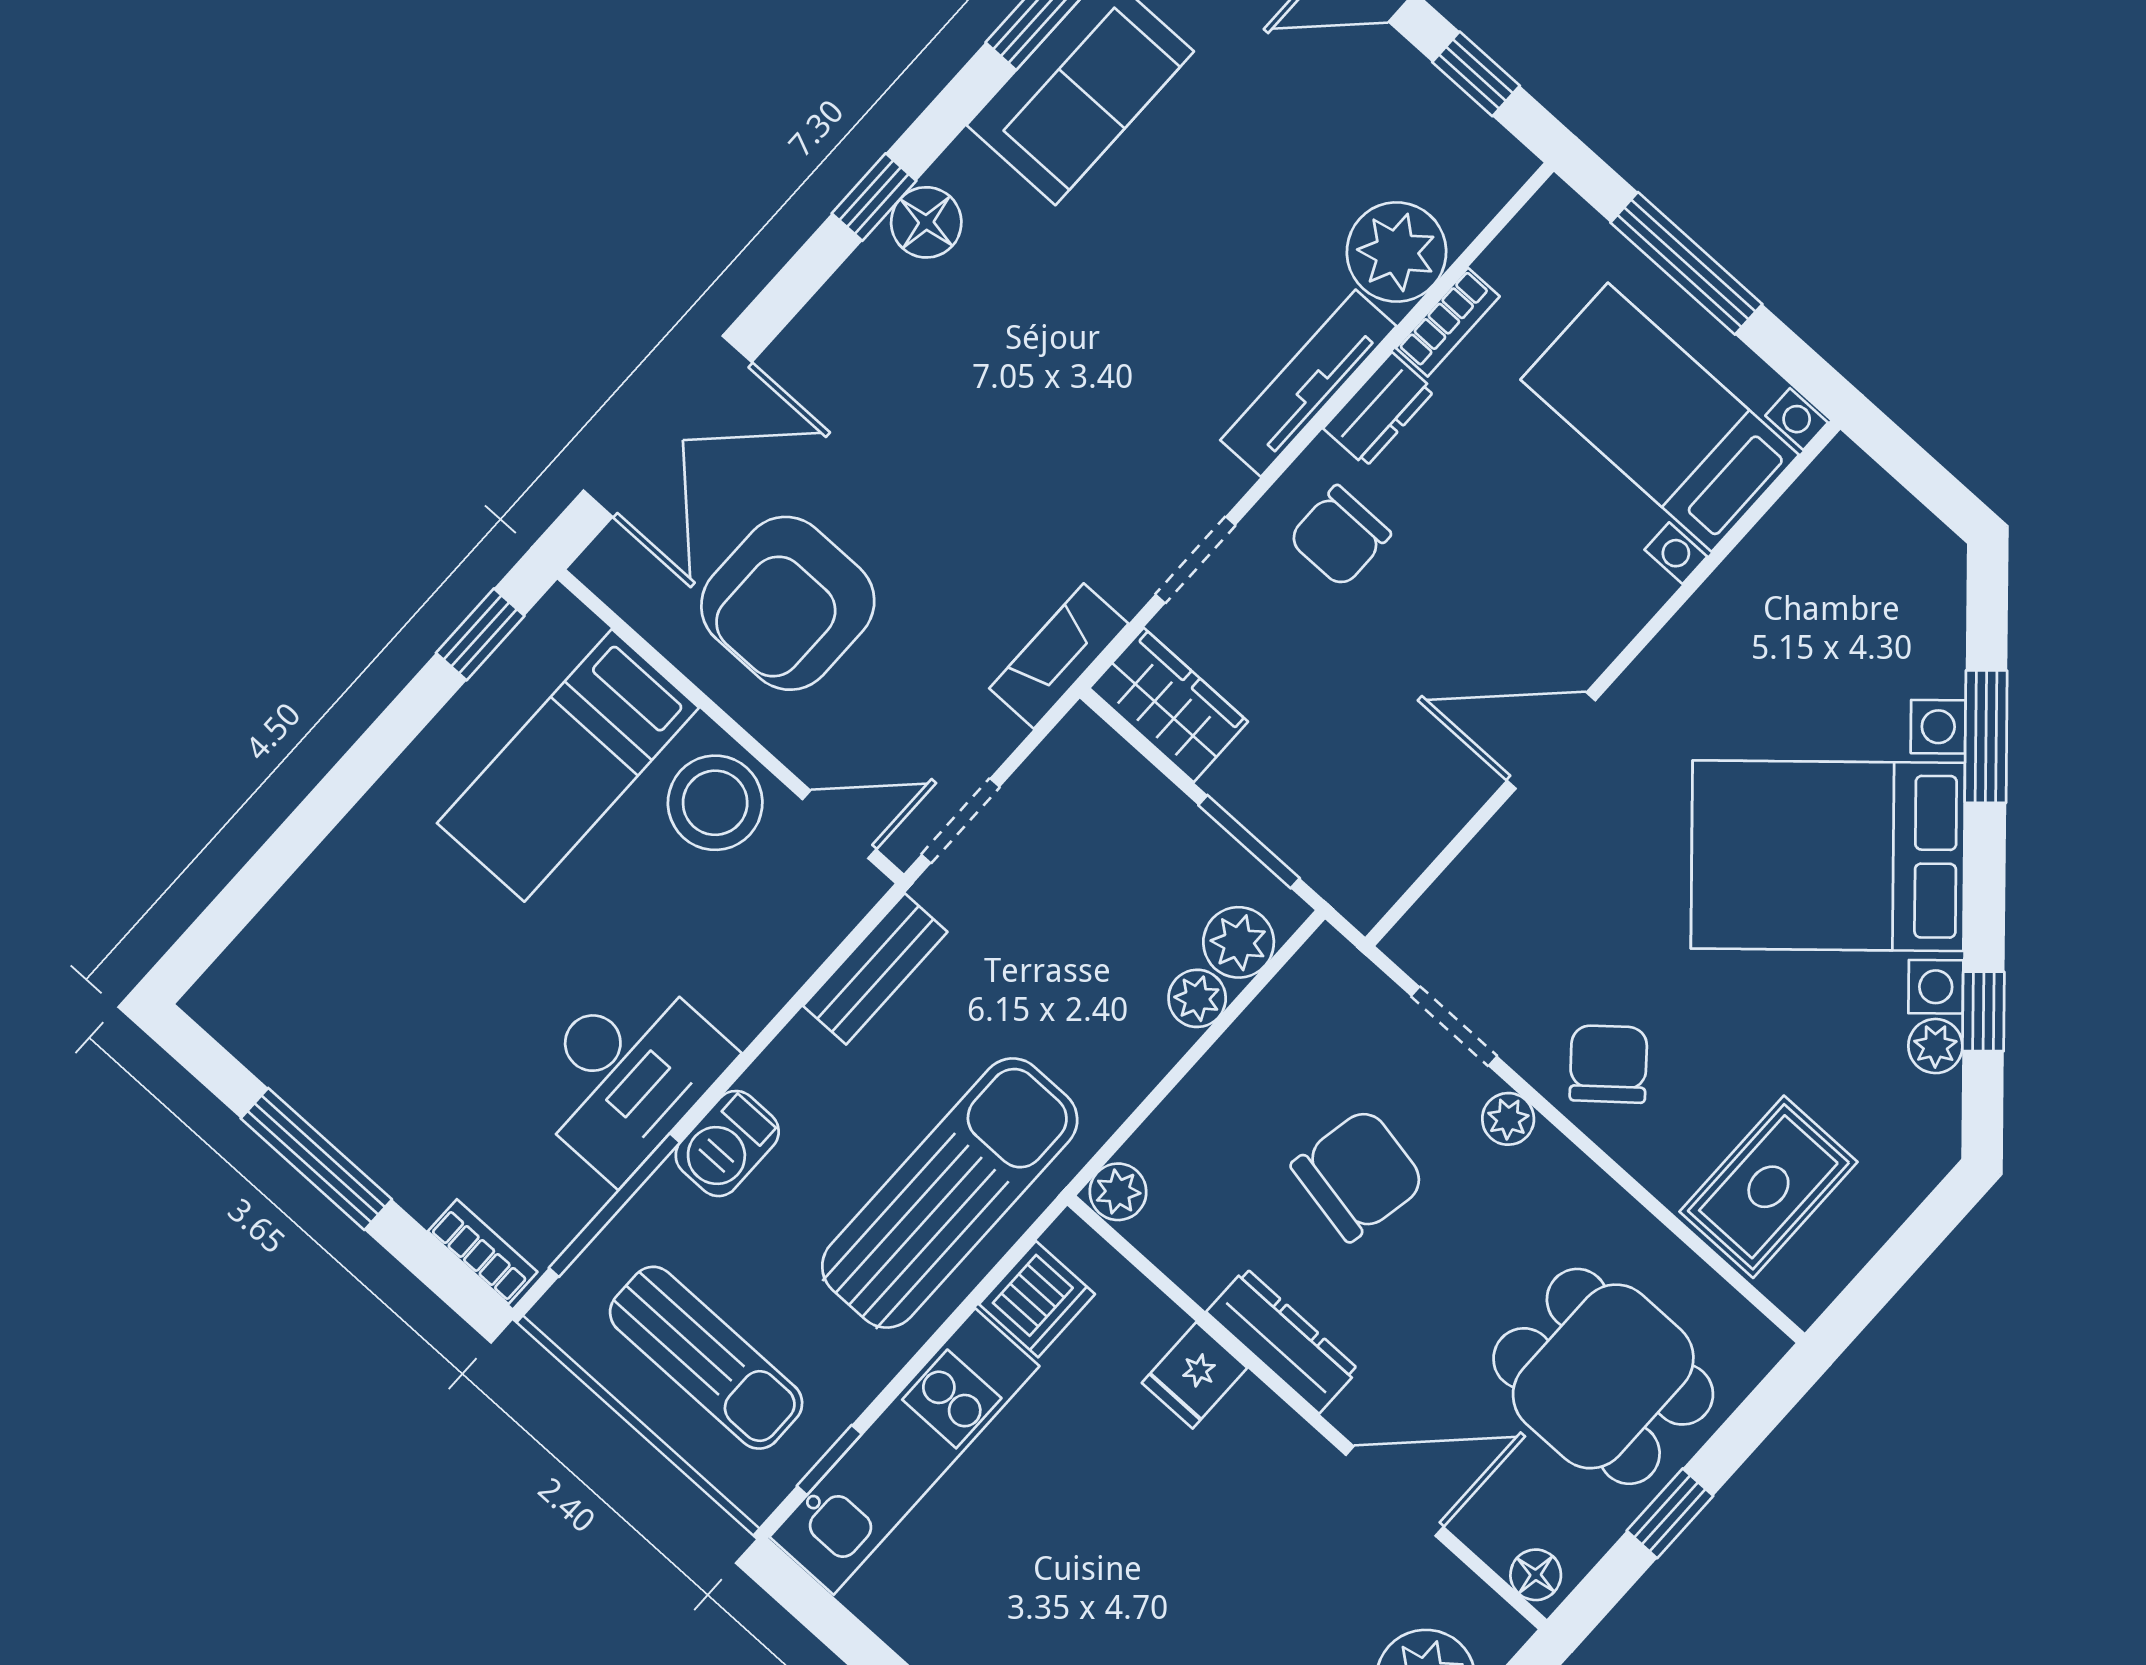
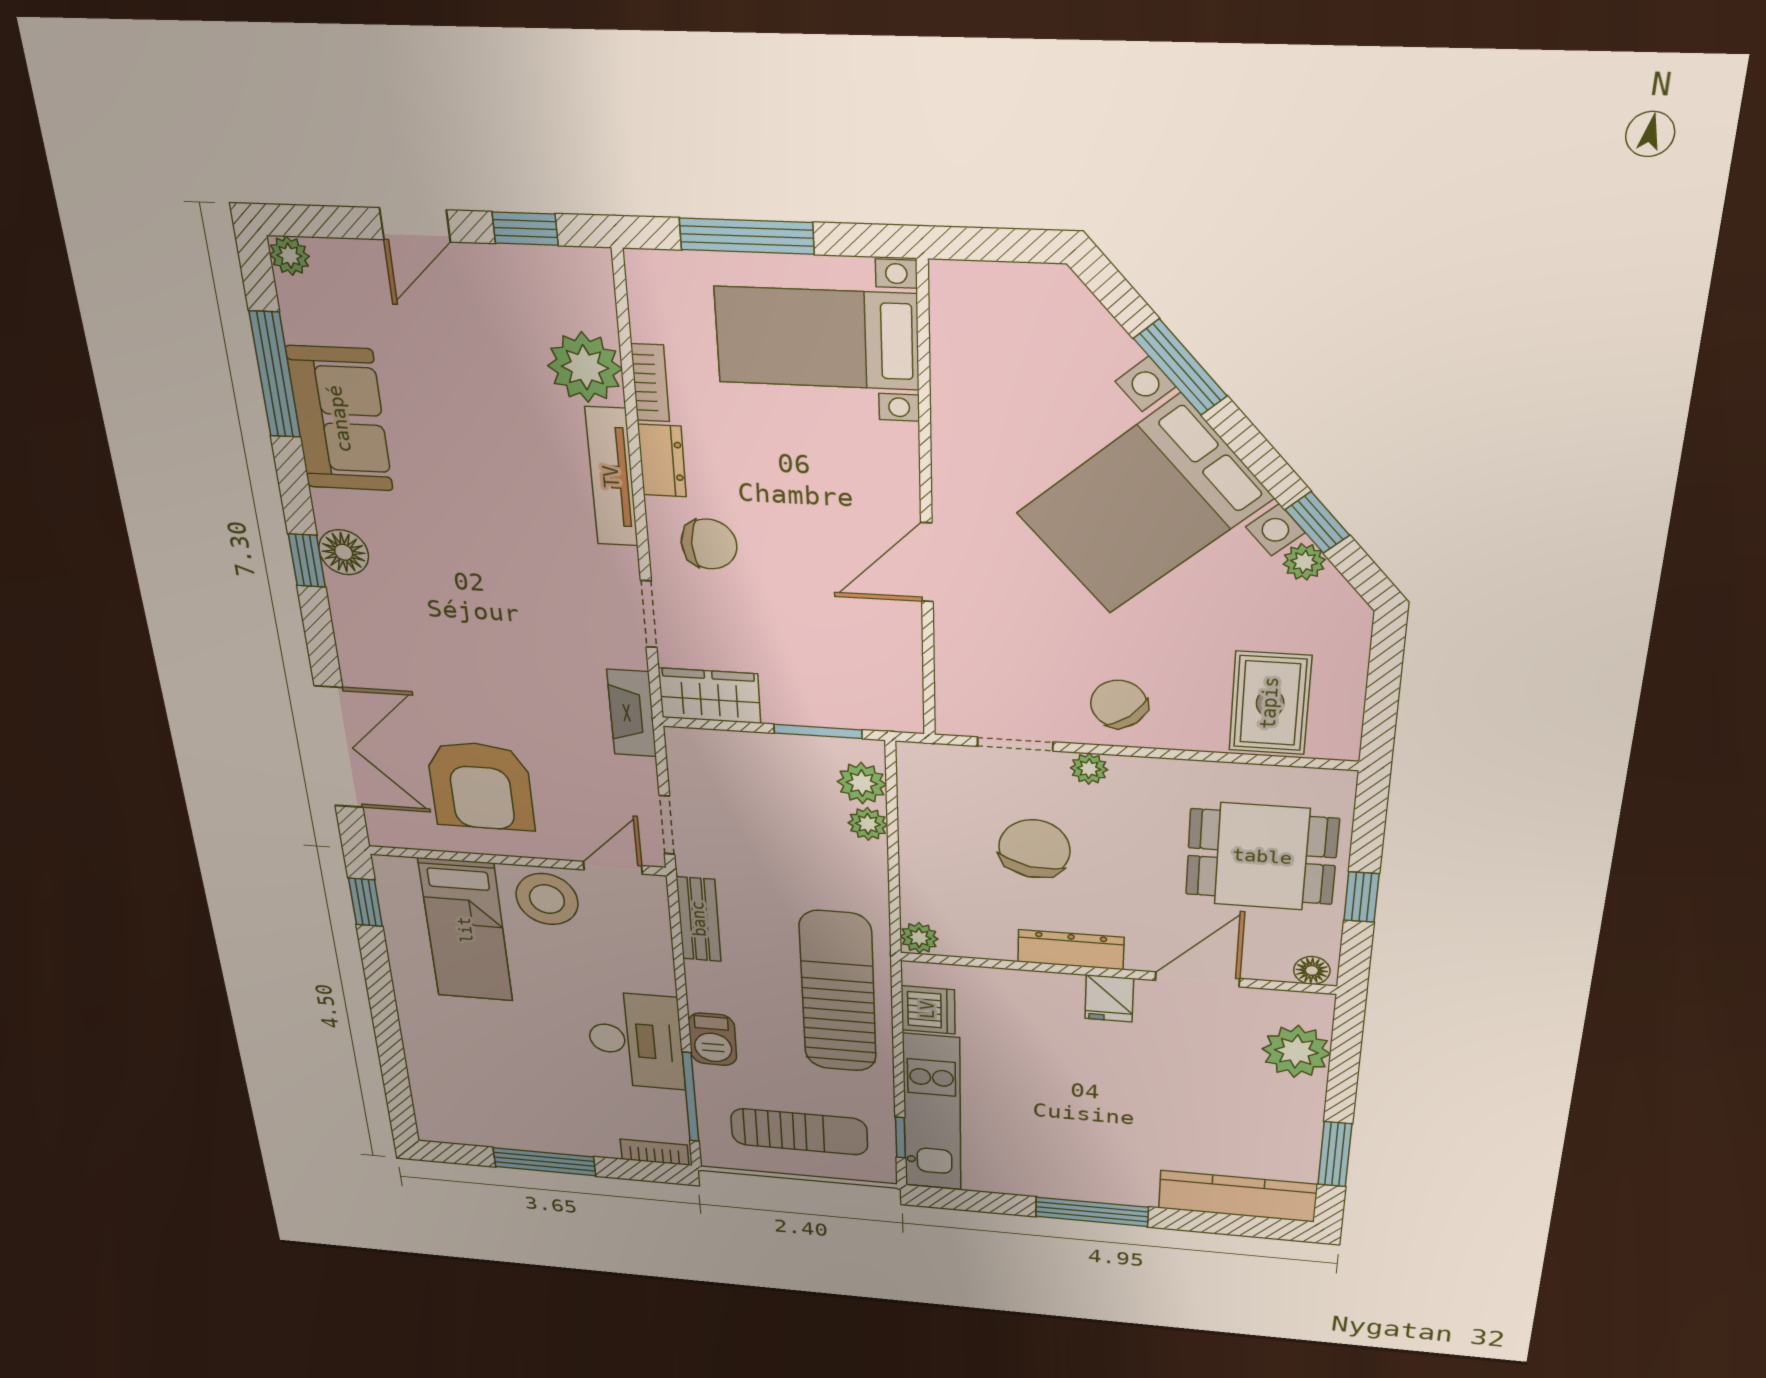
chair: (1340, 536) -> (709, 544), turned -90
fridge: (1195, 1375) -> (1109, 998), moved

